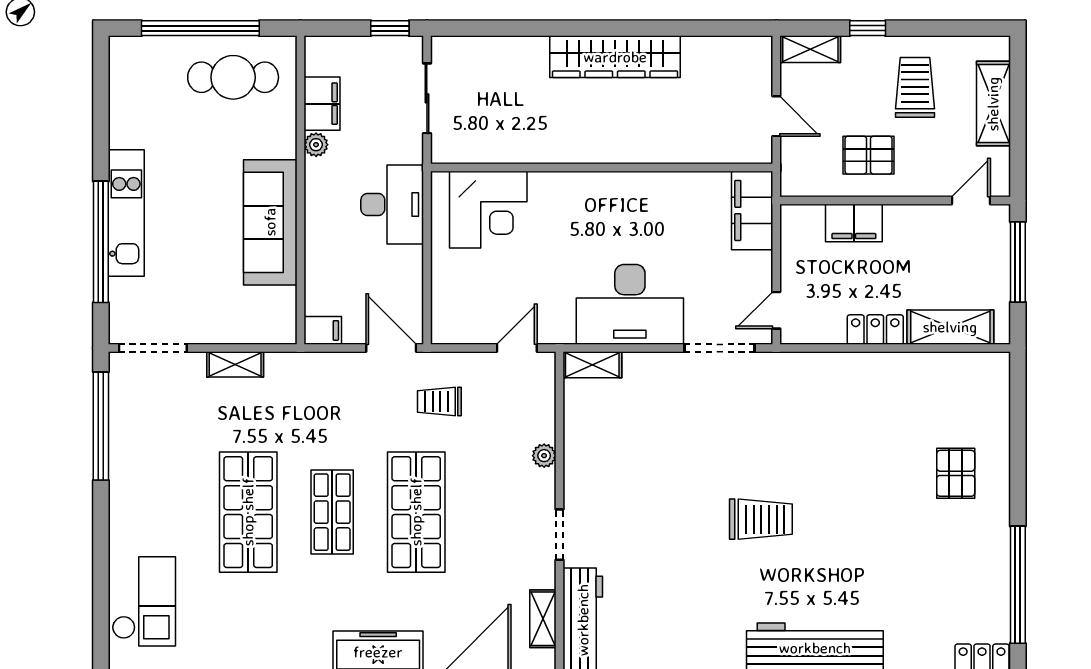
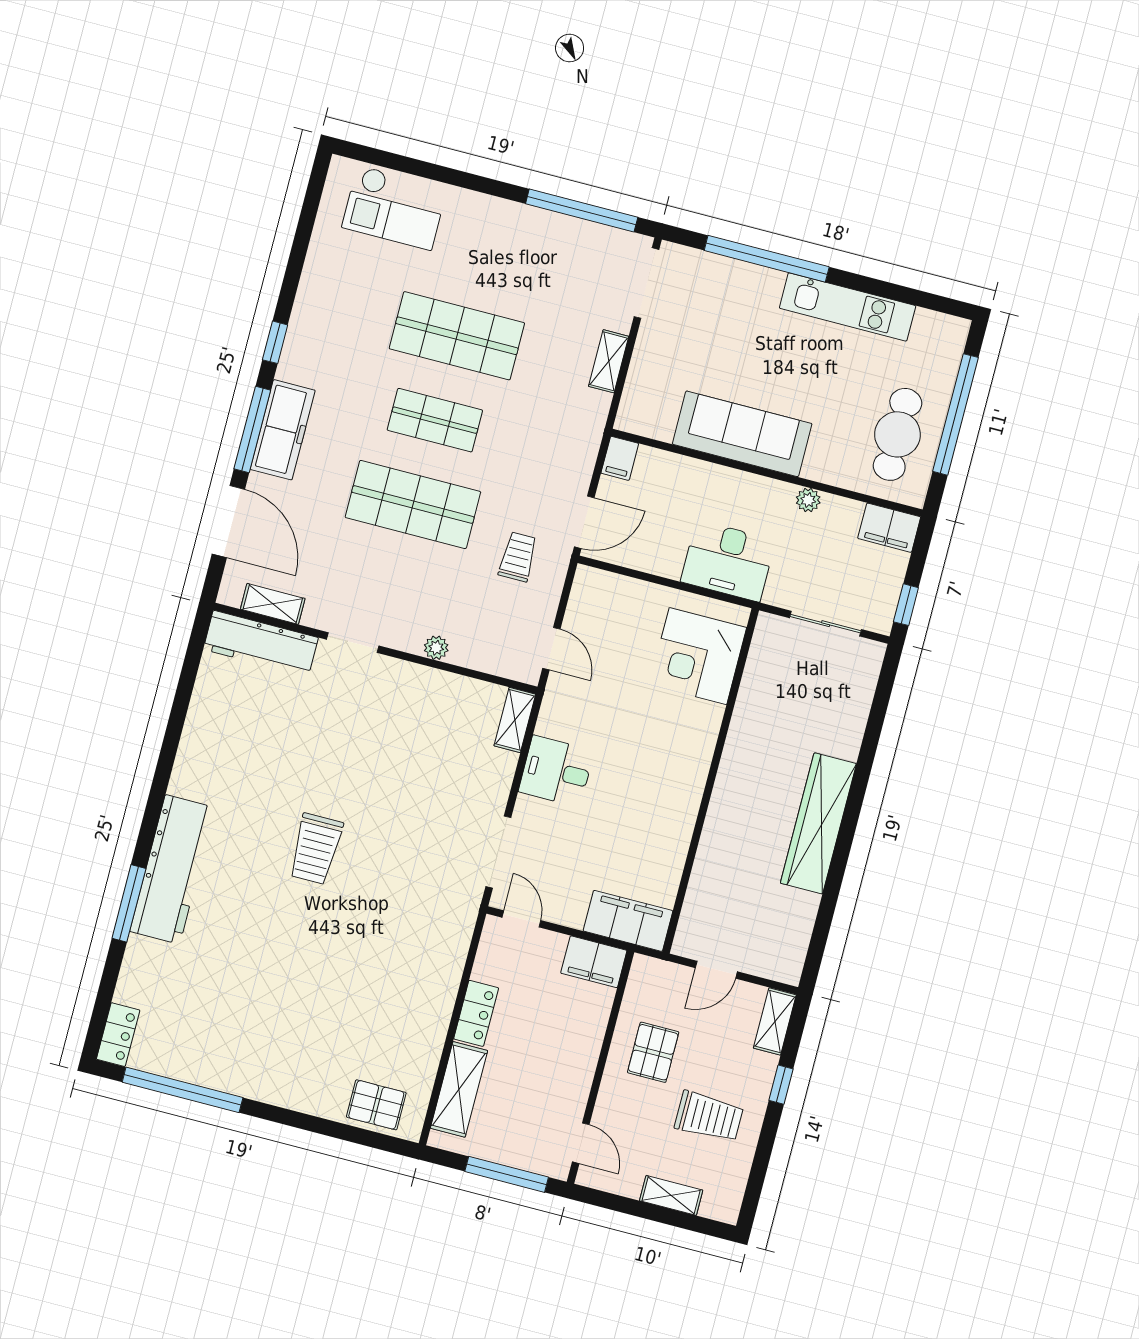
filing cabinet: (322, 104) -> (889, 528), moved
shelving: (993, 104) -> (671, 1195), width x0.67, depth x0.75
kitchen unit: (126, 213) -> (848, 307), moved
filing cabinet: (854, 223) -> (594, 962), moved, turned -90
desk: (630, 304) -> (556, 771), width x0.53, depth x0.77
pallet: (956, 473) -> (376, 1105), moved

